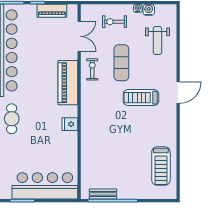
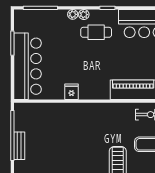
fridge: (70, 124) -> (71, 92), moved
bench: (103, 194) -> (19, 146), moved

